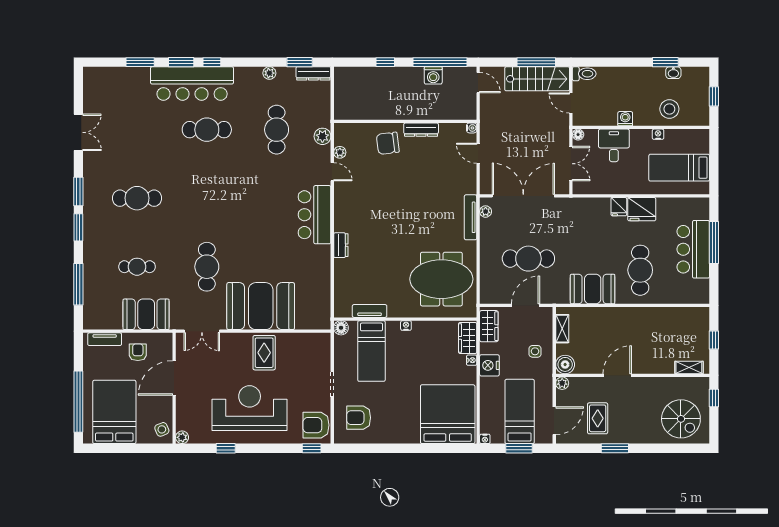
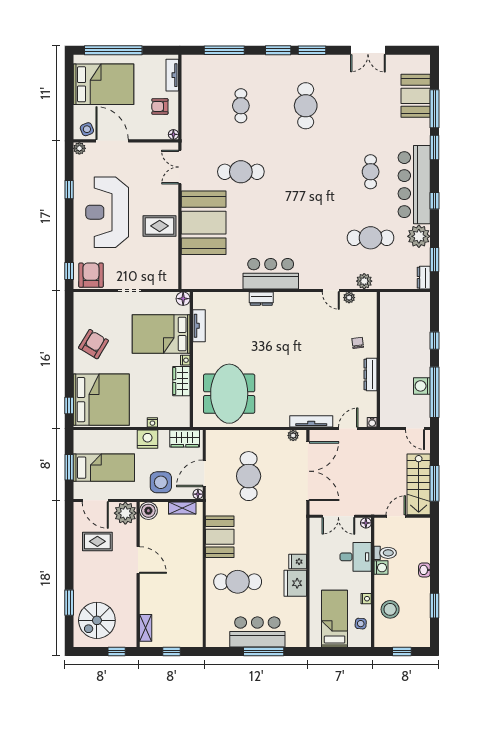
window: (140, 62) -> (434, 109), width x1.44
window: (212, 62) -> (434, 201), moved
plant: (269, 73) -> (419, 236), width x1.88, depth x1.88
dresser: (313, 73) -> (424, 278), width x0.70
washbasin: (673, 73) -> (424, 570), moved
toilet: (584, 74) -> (385, 553), moved, turned -90
bar counter: (192, 83) -> (414, 185), moved
door: (478, 83) -> (415, 429), hinge flipped
cafe table: (207, 130) -> (371, 172), width x0.73, depth x0.74
side table: (684, 140) -> (361, 624), added
chair: (388, 143) -> (358, 343), width x0.54, depth x0.54
door: (332, 172) -> (331, 290), hinge flipped
bar counter: (314, 215) -> (271, 274), moved
tv unit: (471, 217) -> (311, 421), moved
door: (526, 305) -> (204, 473), swing flipped
floor lamp: (548, 312) -> (198, 494), added
booth: (146, 314) -> (416, 96), moved
floor lamp: (167, 338) -> (173, 134), added
wardrobe: (468, 338) -> (181, 381), moved, turned -90
bed: (371, 351) -> (161, 334), width x1.50
side table: (535, 351) -> (161, 482), width x1.87, depth x1.87
armchair: (138, 352) -> (160, 106), turned 180
door: (174, 378) -> (112, 141), moved
plant: (562, 383) -> (125, 513), width x1.87, depth x1.87
reception desk: (250, 408) -> (107, 212), turned 180
armchair: (359, 418) -> (93, 344), moved, turned 31
nightstand: (485, 439) -> (78, 435), removed
window: (454, 448) -> (69, 406), added
window: (615, 448) -> (69, 603), moved

